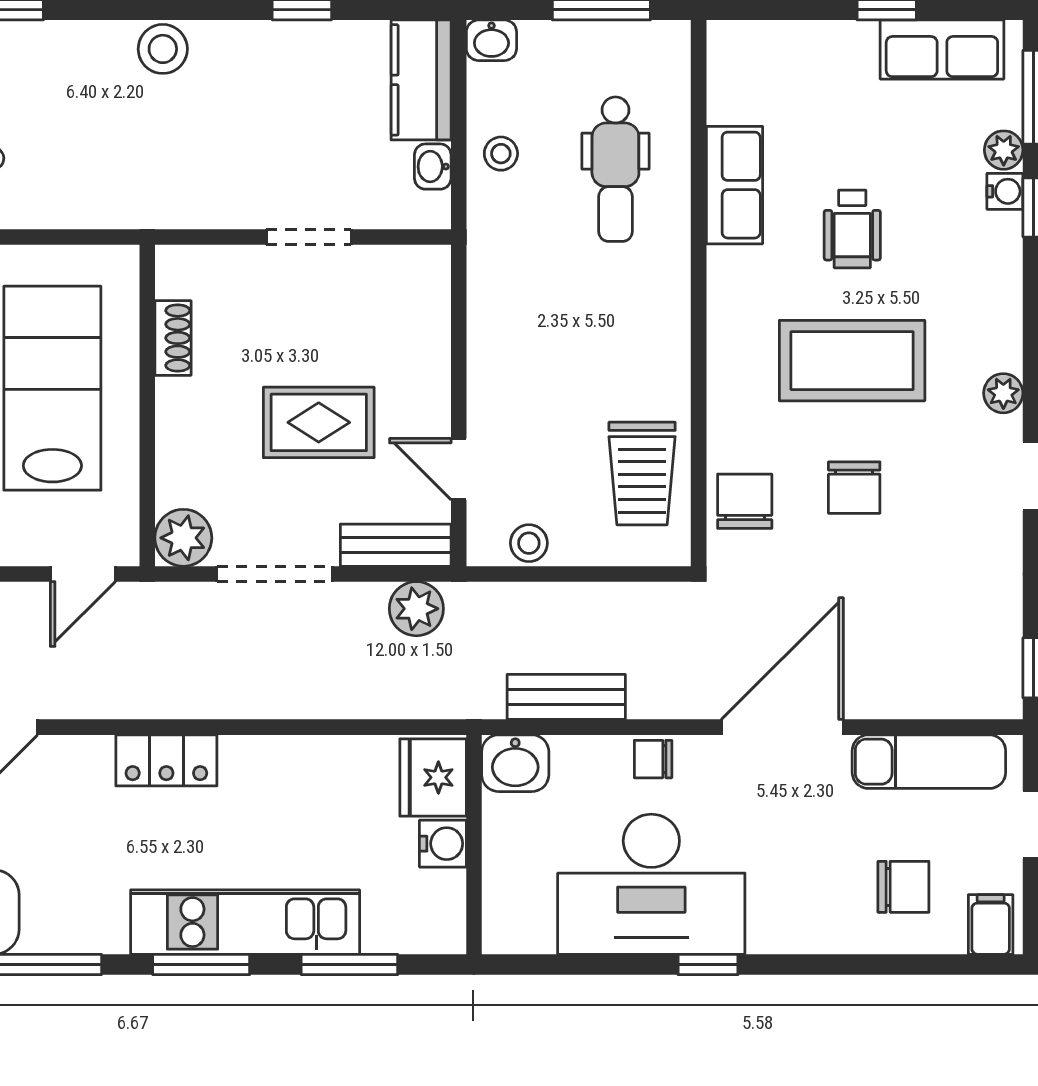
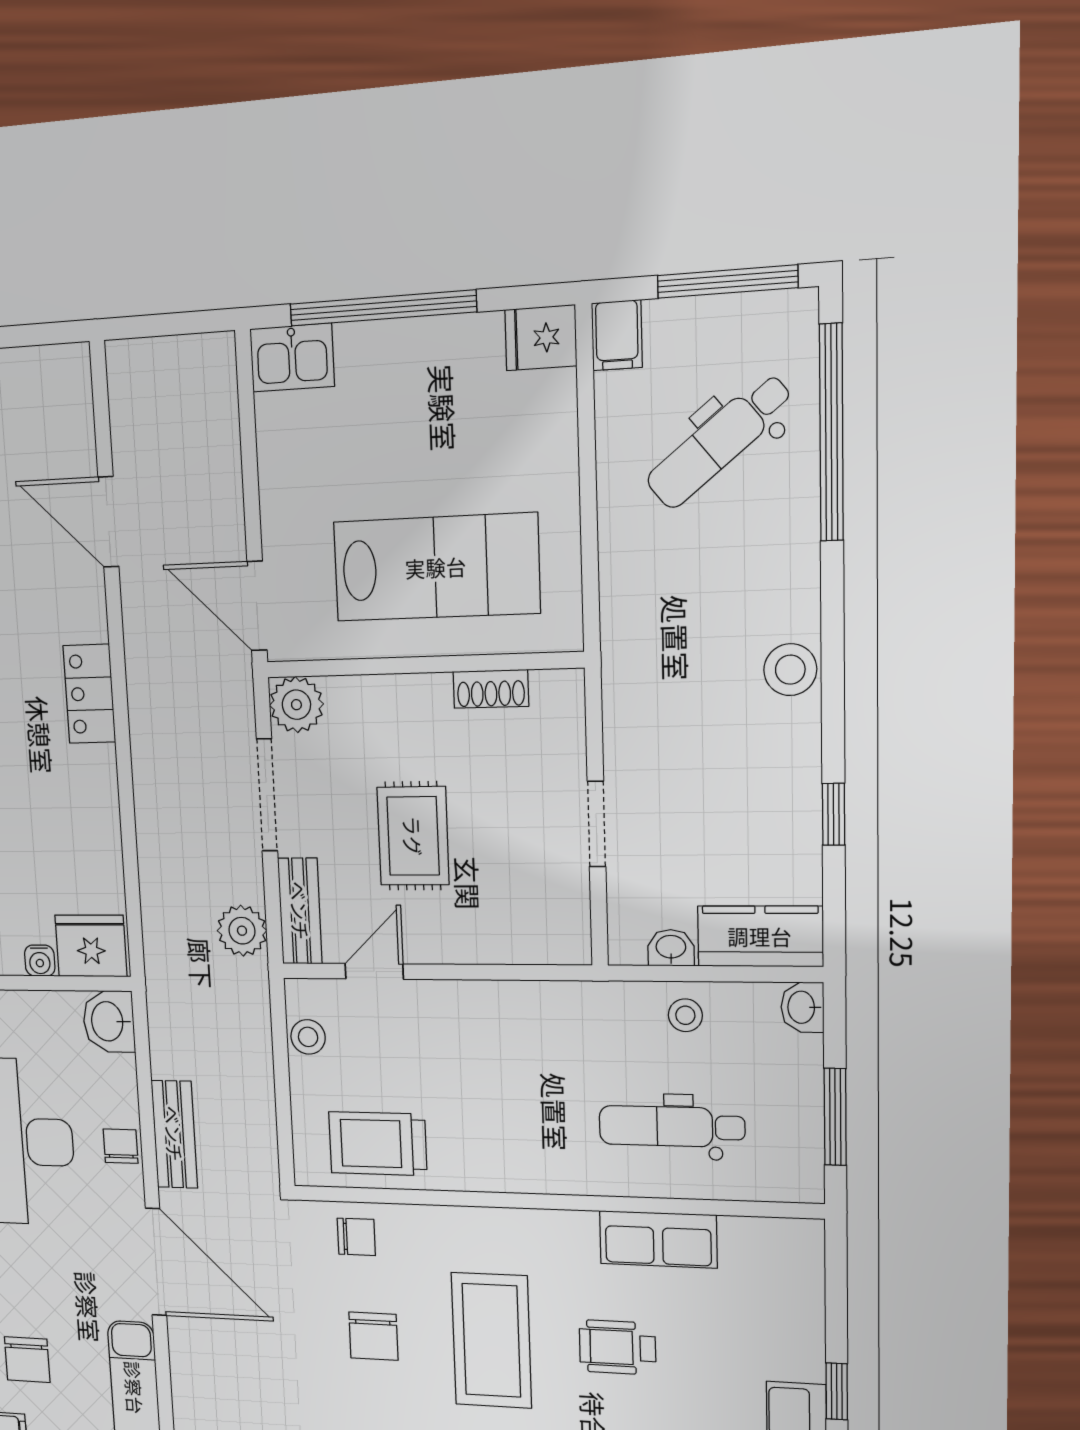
chair: (854, 488) -> (373, 1336), turned -90
chair: (745, 501) -> (356, 1237), width x0.73, depth x0.73
door: (83, 574) -> (257, 606), width x1.38
bench: (566, 697) -> (174, 1134), moved
water cooler: (443, 844) -> (40, 961), width x0.72, depth x0.72

